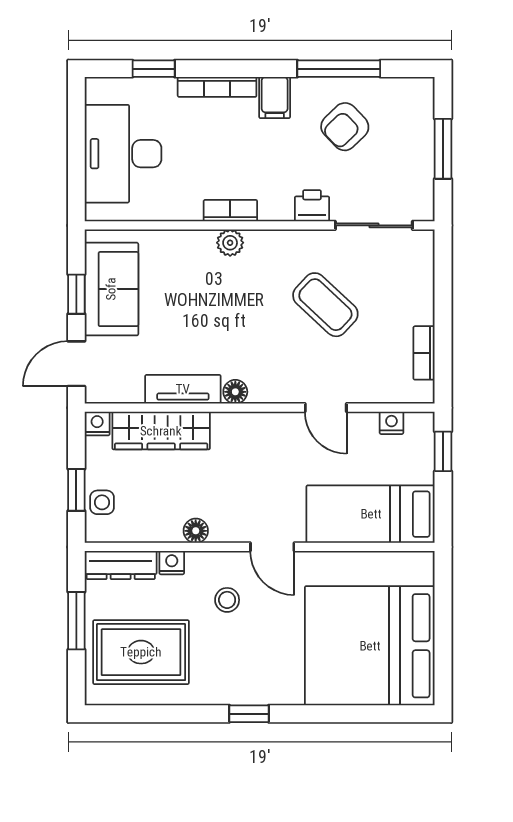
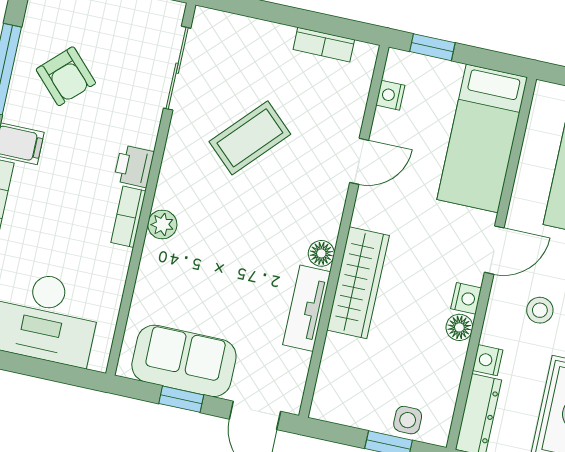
printer: (312, 206) -> (134, 166), moved
nightstand: (97, 424) -> (466, 298), moved, turned 180
wardrobe: (161, 431) -> (358, 283), moved

